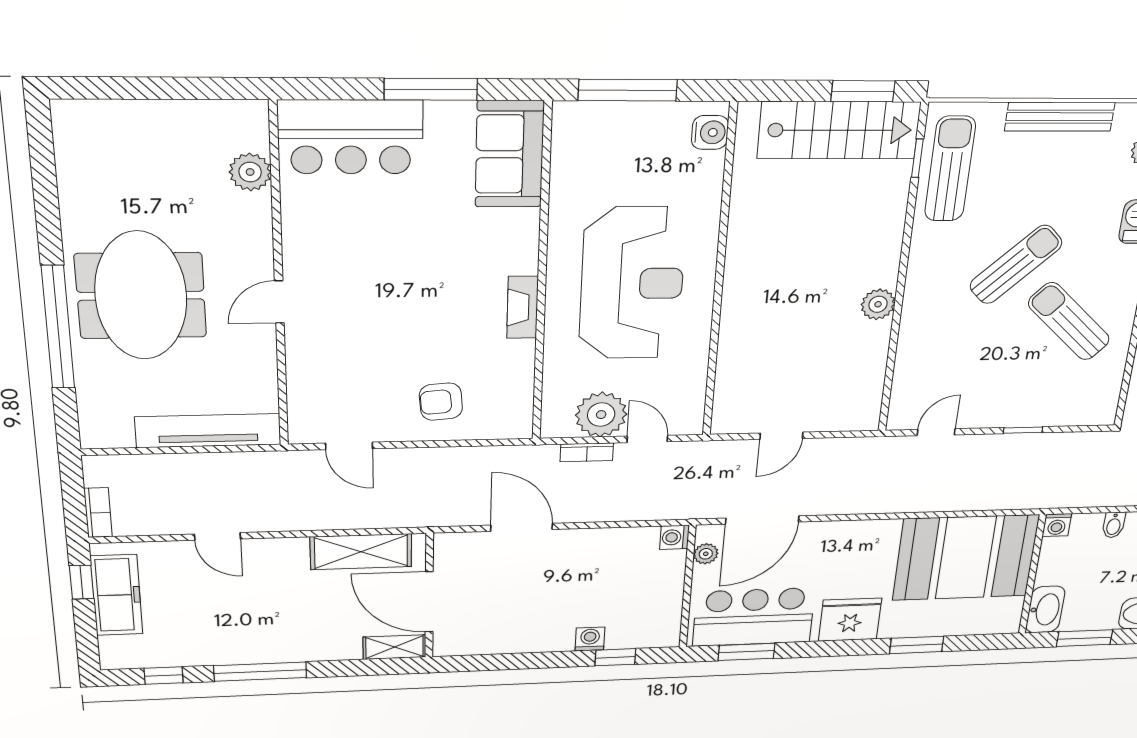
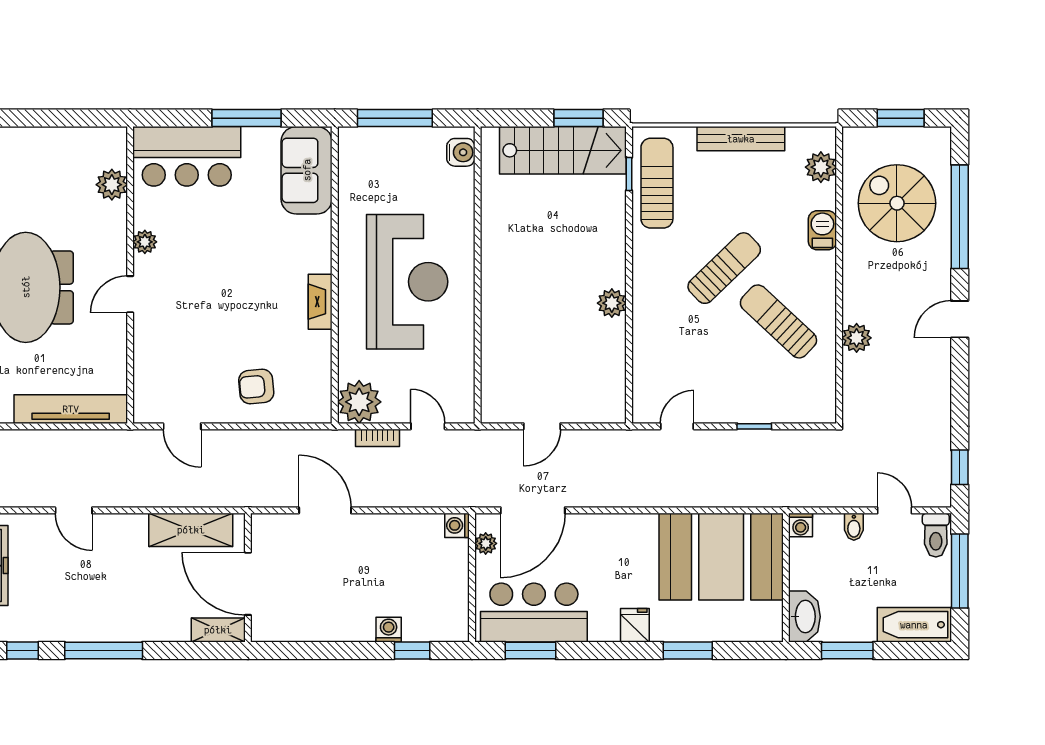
plant: (297, 241) -> (145, 242), added
plant: (601, 415) -> (359, 402), moved
fridge: (850, 620) -> (635, 625), width x0.53, depth x0.75

